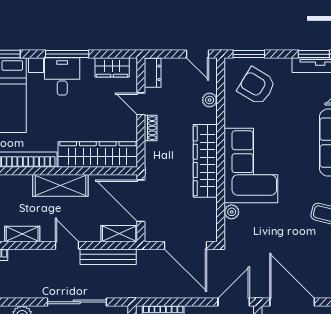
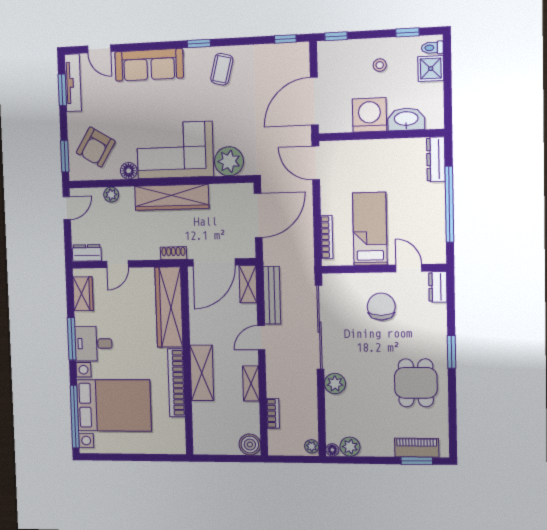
floor lamp: (232, 119) -> (129, 171), added
shoe rack: (151, 128) -> (173, 253), moved
shelving: (60, 185) -> (202, 373), moved
plant: (232, 212) -> (229, 161), width x1.88, depth x1.88
sliding door: (77, 302) -> (319, 327), width x1.36

